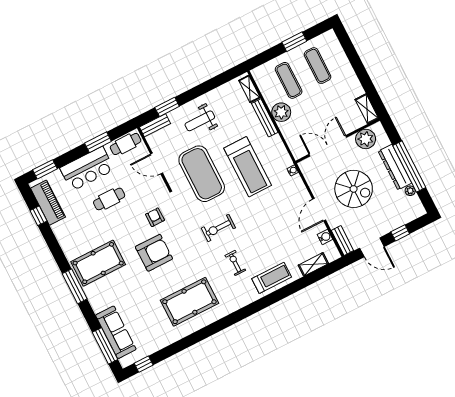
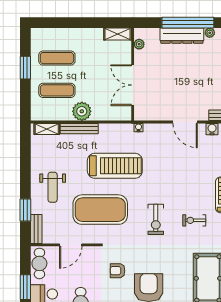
plant: (366, 139) -> (139, 44), width x0.53, depth x0.53
spiral stairs: (354, 189) -> (182, 82), removed

